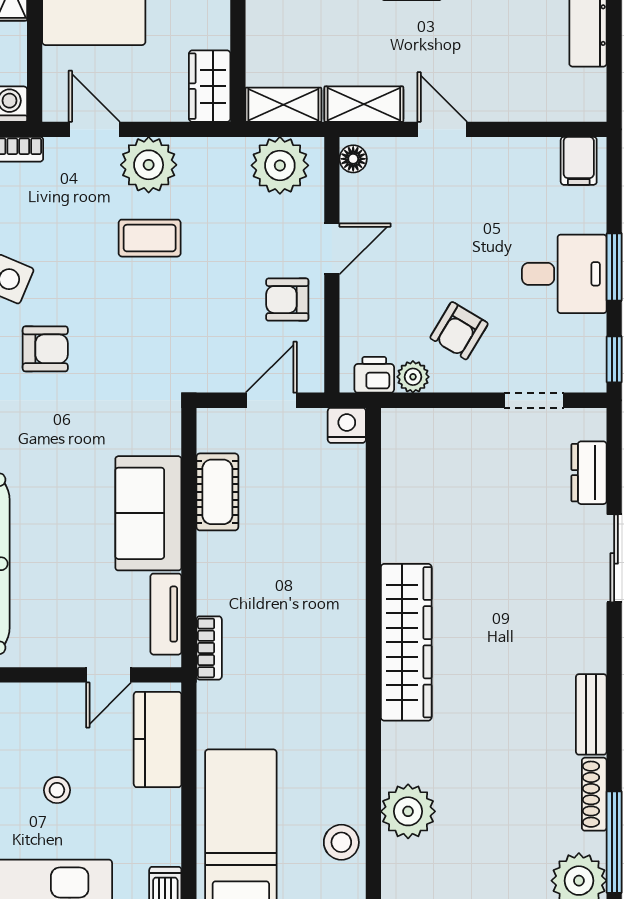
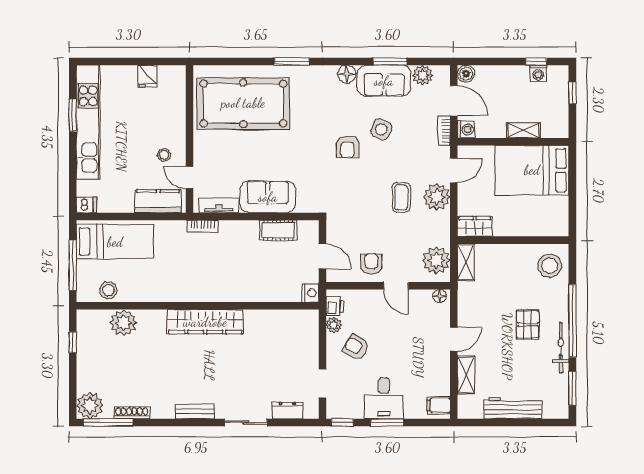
shelving: (364, 104) -> (466, 375), moved
bench: (591, 714) -> (195, 411), moved
stool: (57, 790) -> (164, 155), moved

